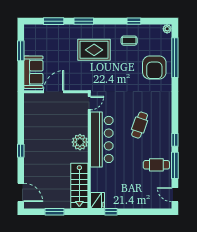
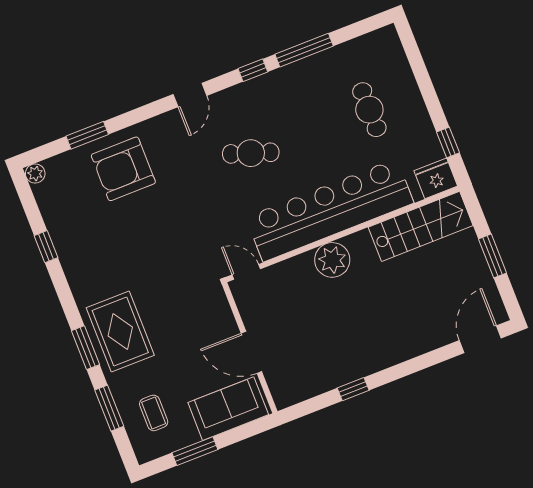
coffee table: (129, 41) -> (154, 413), moved
rug: (94, 50) -> (120, 332), moved
window: (175, 58) -> (87, 135), width x0.47
armchair: (154, 68) -> (123, 169), turned 180
bar counter: (102, 139) -> (330, 210), width x1.36
window: (21, 151) -> (353, 389), moved
cafe table: (156, 165) -> (369, 110), moved
door: (175, 195) -> (190, 95), moved

